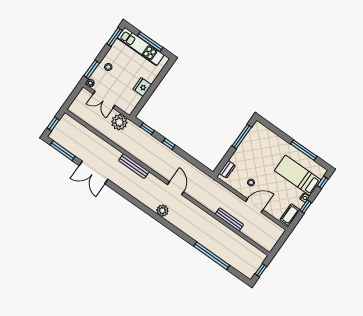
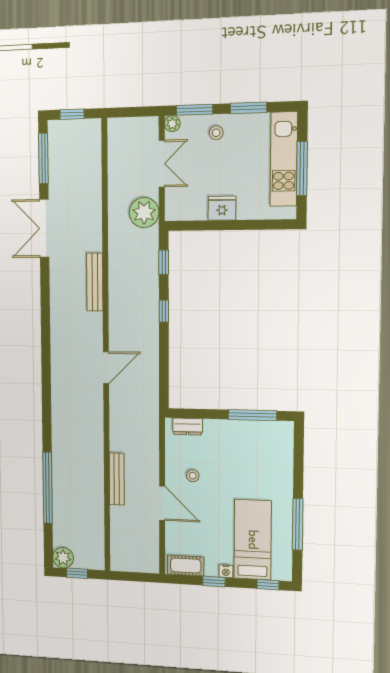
window: (114, 37) -> (248, 108), moved
double door: (104, 100) -> (162, 164), swing flipped
plant: (162, 211) -> (63, 558), moved

